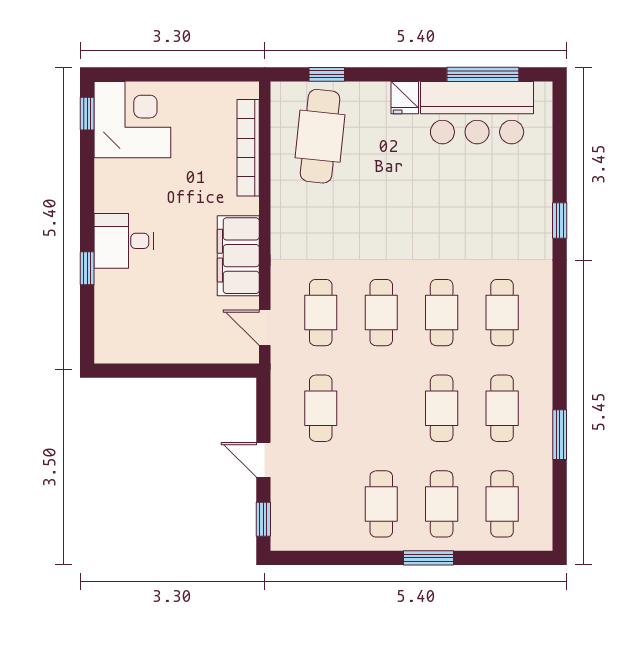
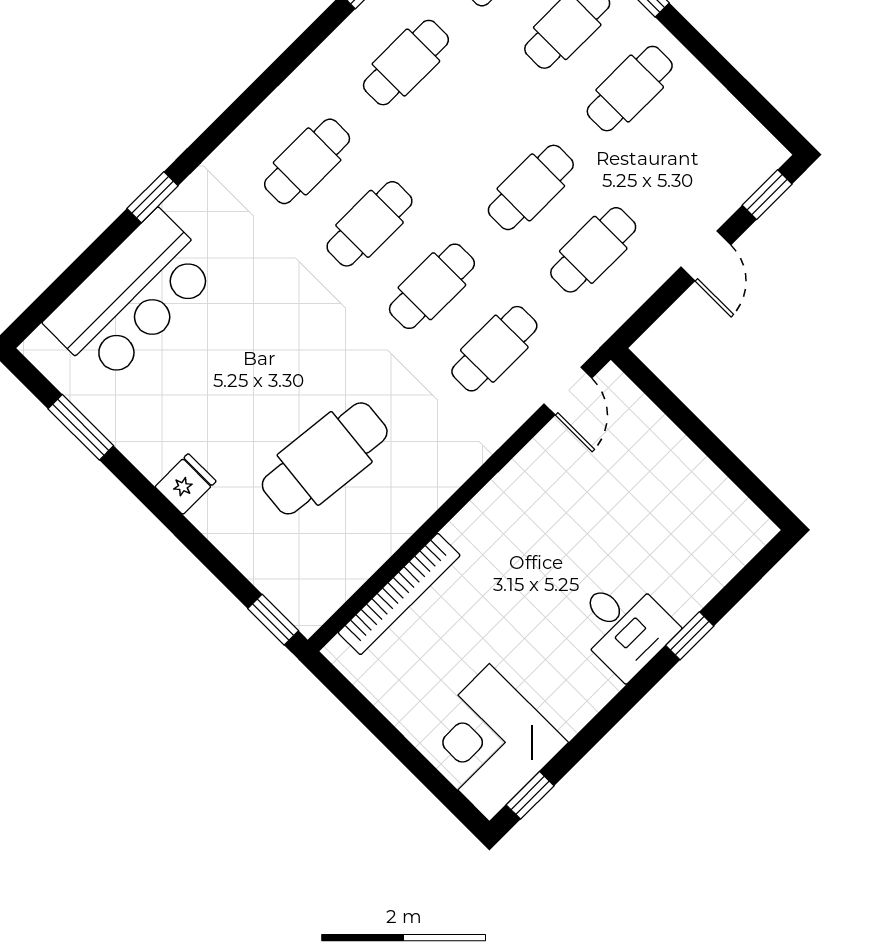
window: (327, 74) -> (273, 620), moved
window: (483, 74) -> (81, 427), width x0.69
bar counter: (477, 113) -> (132, 297), moved, turned 90
cafe table: (320, 136) -> (325, 458), moved
filing cabinet: (238, 256) -> (521, 493), removed
cafe table: (442, 408) -> (531, 187), moved

